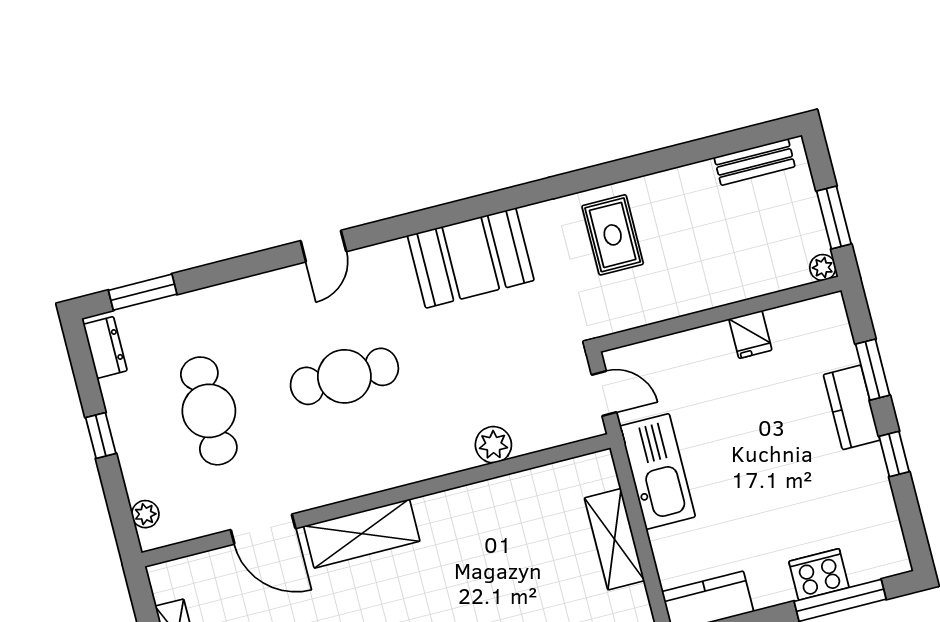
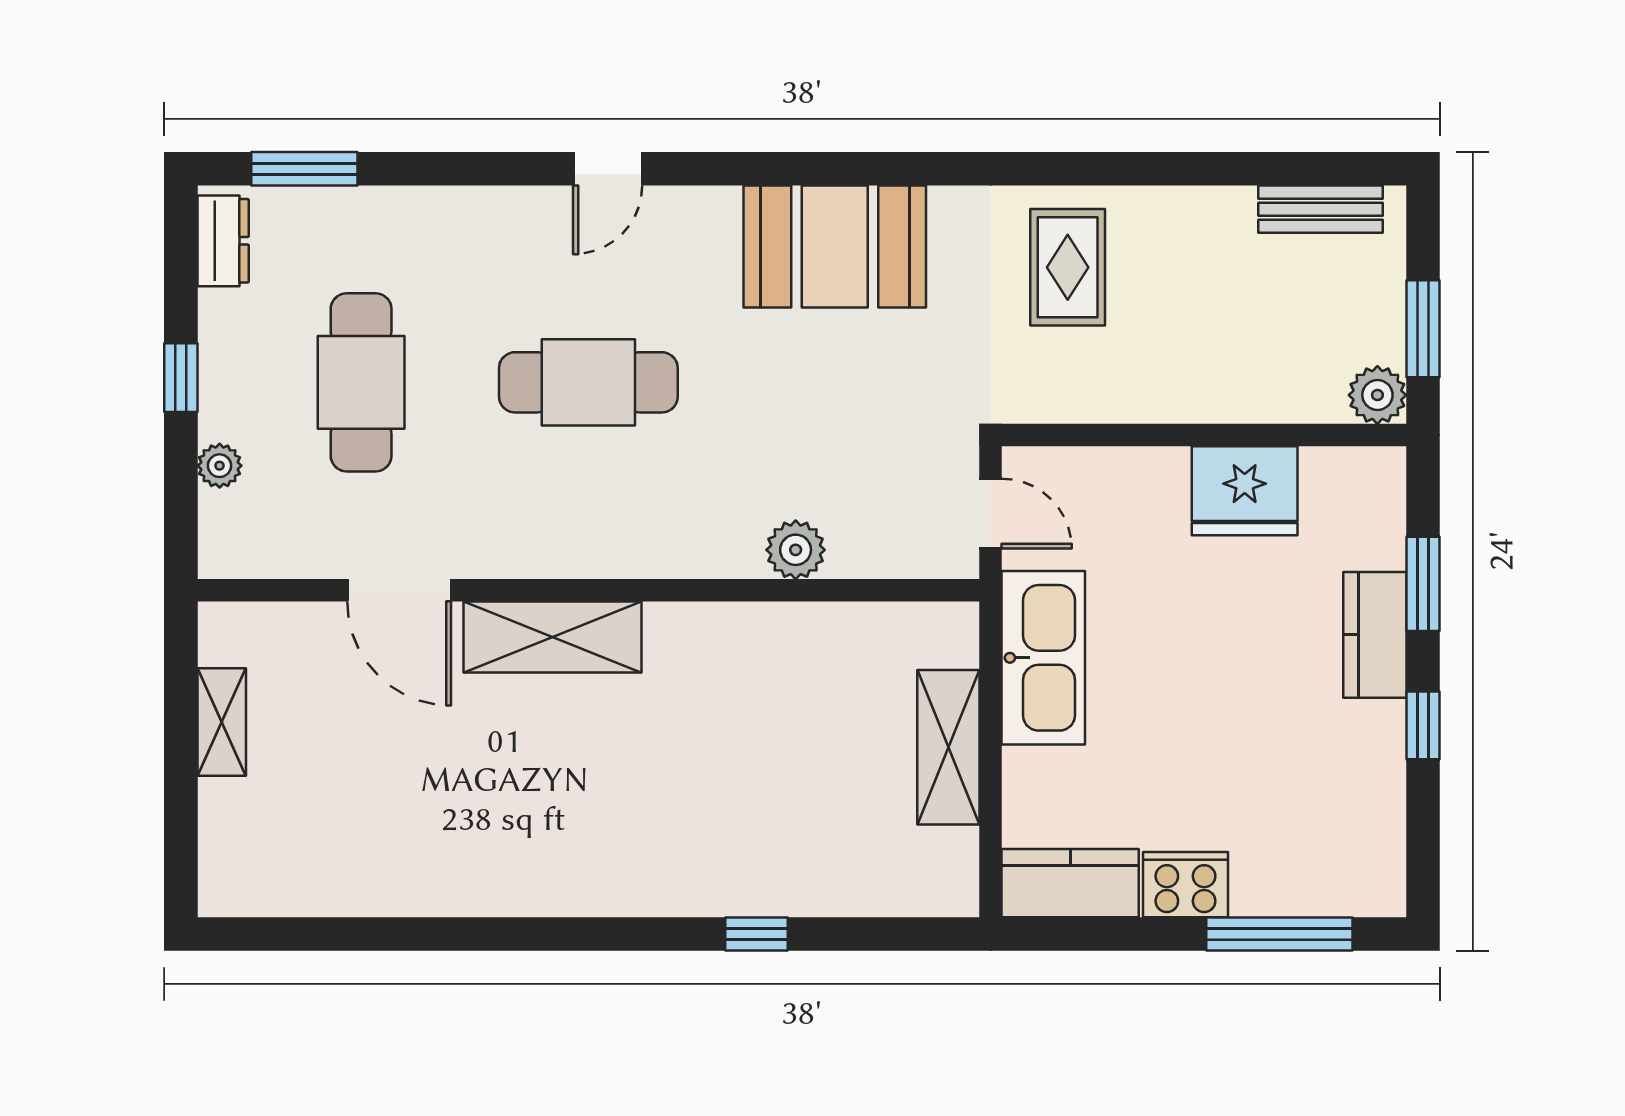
plant: (823, 268) -> (1377, 395), width x1.38, depth x1.38
fridge: (750, 335) -> (1245, 491), width x1.88, depth x1.34
plant: (145, 514) -> (220, 466), moved
cooker: (819, 574) -> (1185, 885), moved

